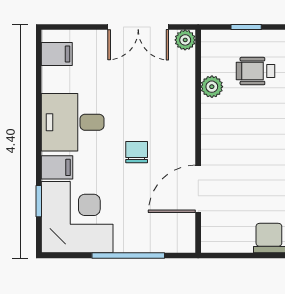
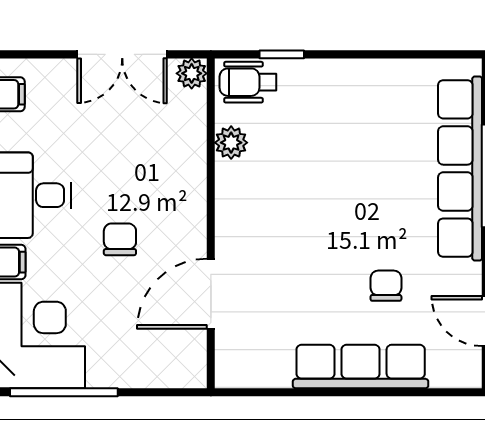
wheelchair: (255, 71) -> (248, 82), moved
window: (128, 255) -> (64, 392), moved

